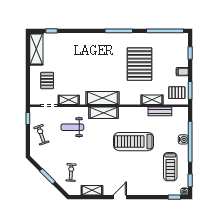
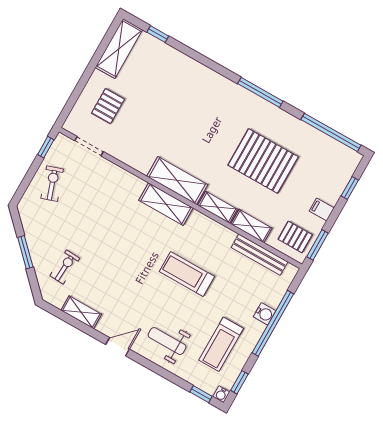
pallet: (139, 64) -> (263, 161), turned 90
shelving: (69, 100) -> (218, 207), moved
bench: (160, 111) -> (260, 255), width x1.36
weight bench: (72, 127) -> (167, 341), moved
treadmill: (134, 142) -> (187, 274), width x0.73, depth x0.73

